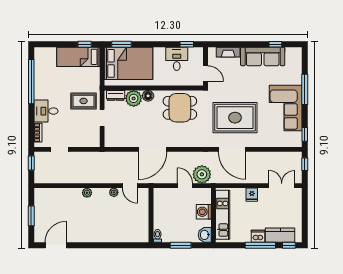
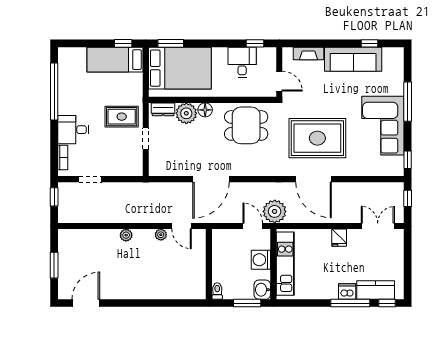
washing machine: (204, 212) -> (261, 260), moved
wall: (213, 215) -> (273, 264), moved
kitchen unit: (223, 215) -> (285, 264), moved
washbasin: (205, 235) -> (262, 290), moved

